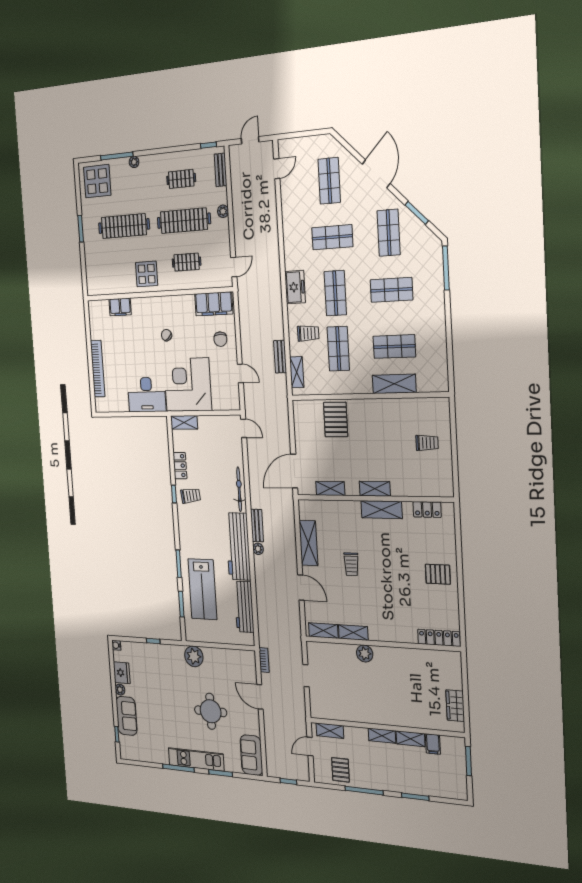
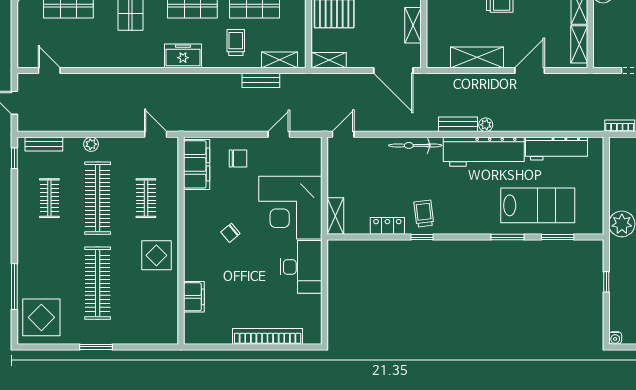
plant: (134, 162) -> (24, 262), removed
shelving: (299, 415) -> (329, 60), added

